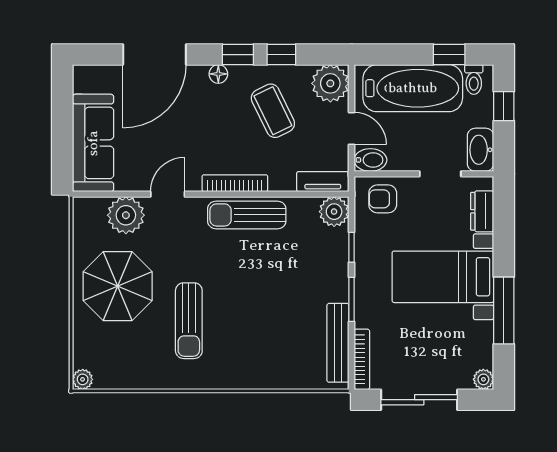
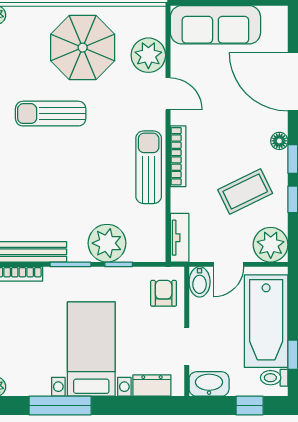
plant: (334, 212) -> (107, 243), moved, width x1.36, depth x1.36

